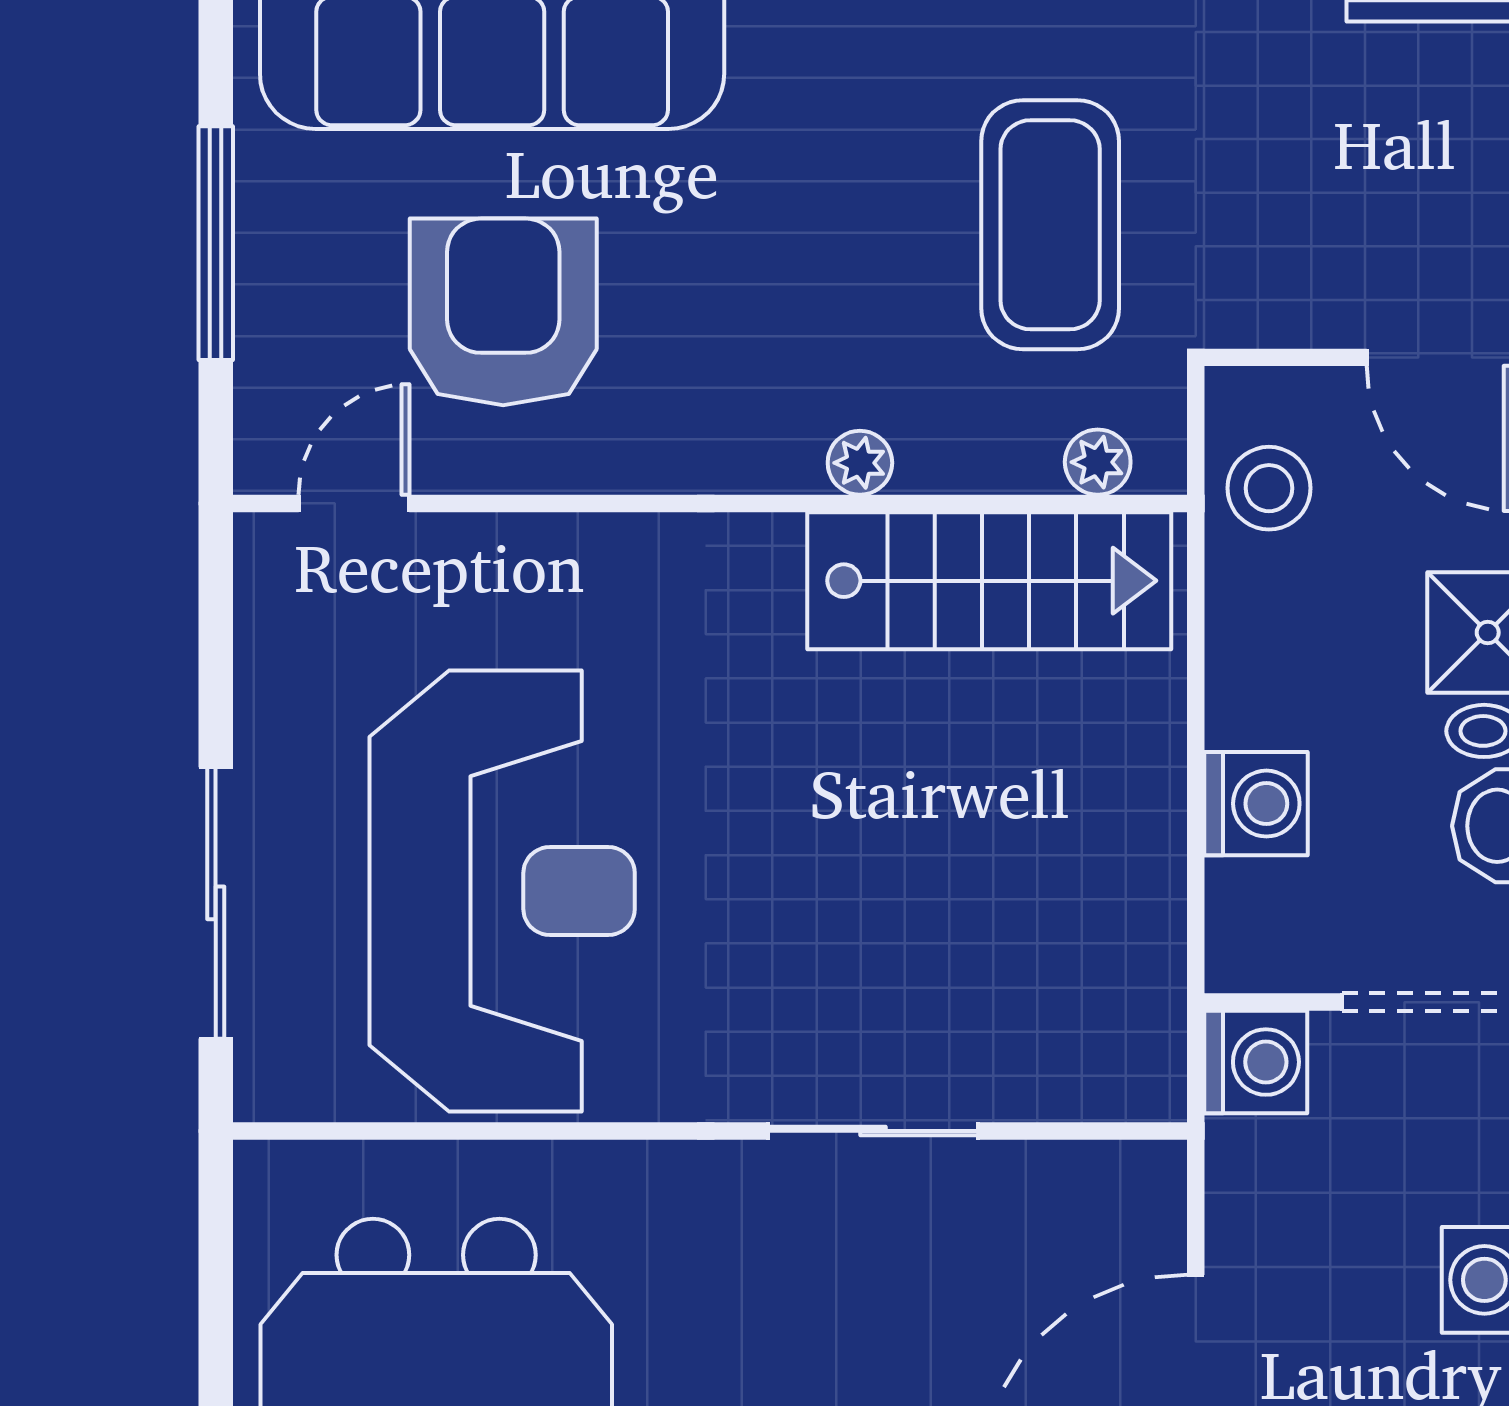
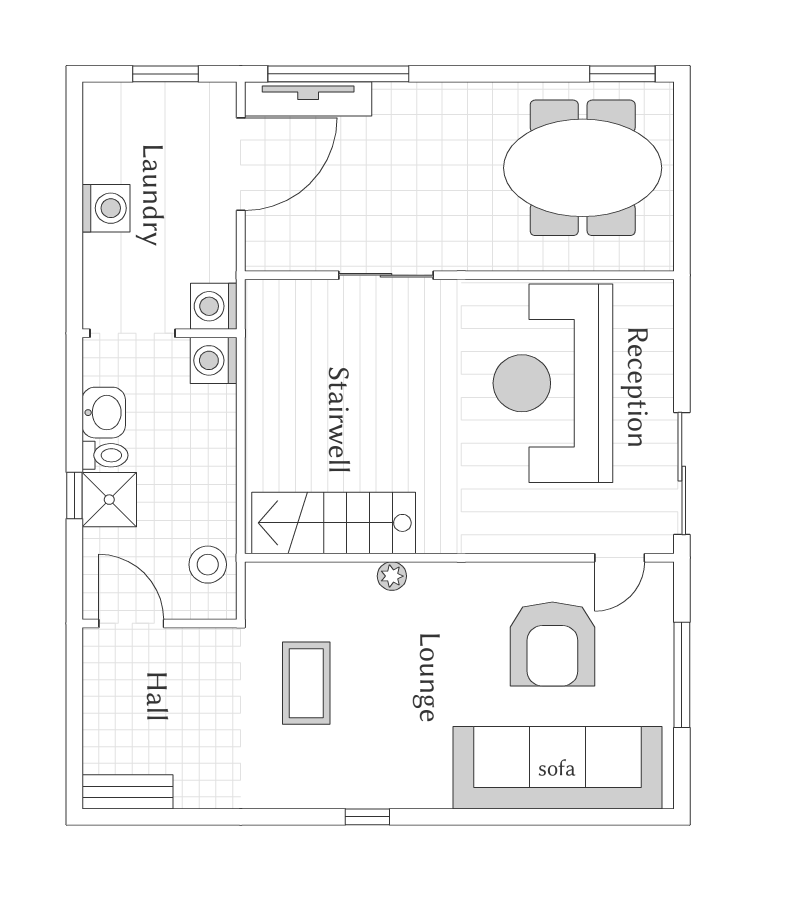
coffee table: (1050, 225) -> (306, 683), width x0.73, depth x0.76
plant: (1098, 462) -> (285, 576), removed
washing machine: (1256, 804) -> (214, 360), moved
sliding door: (216, 903) -> (682, 474), moved

